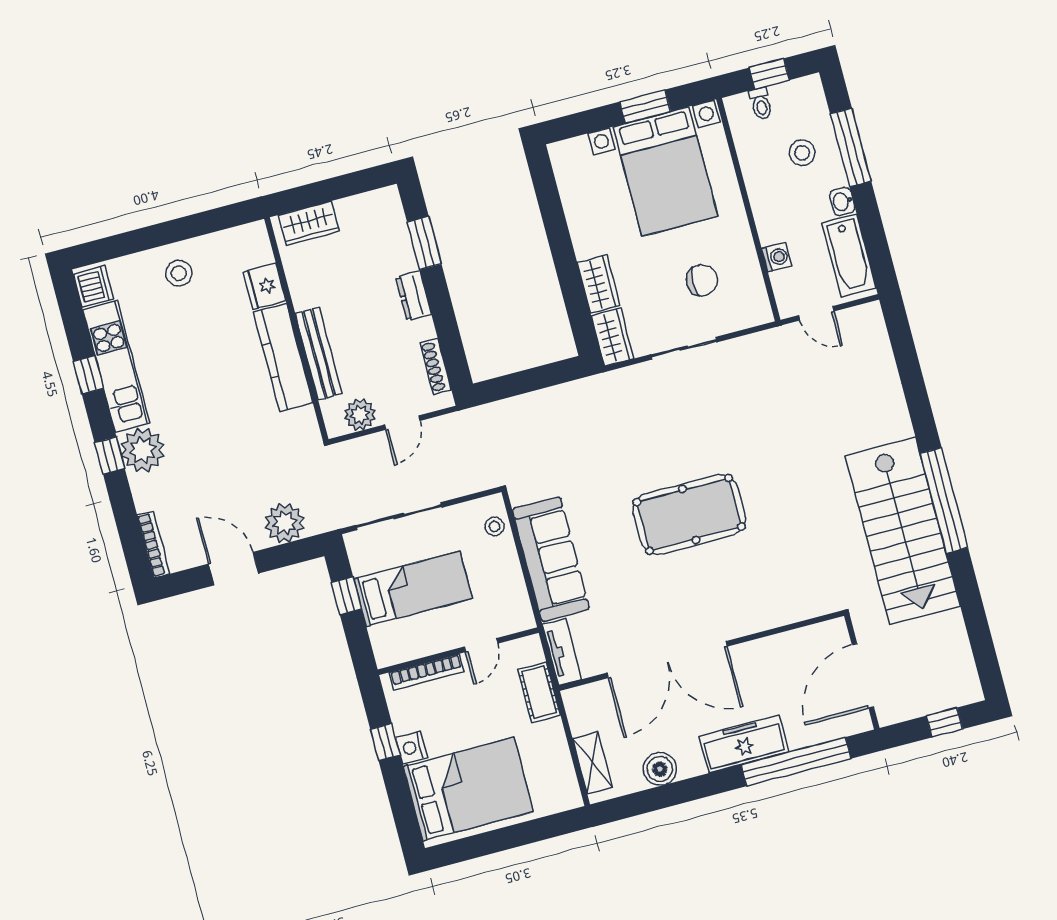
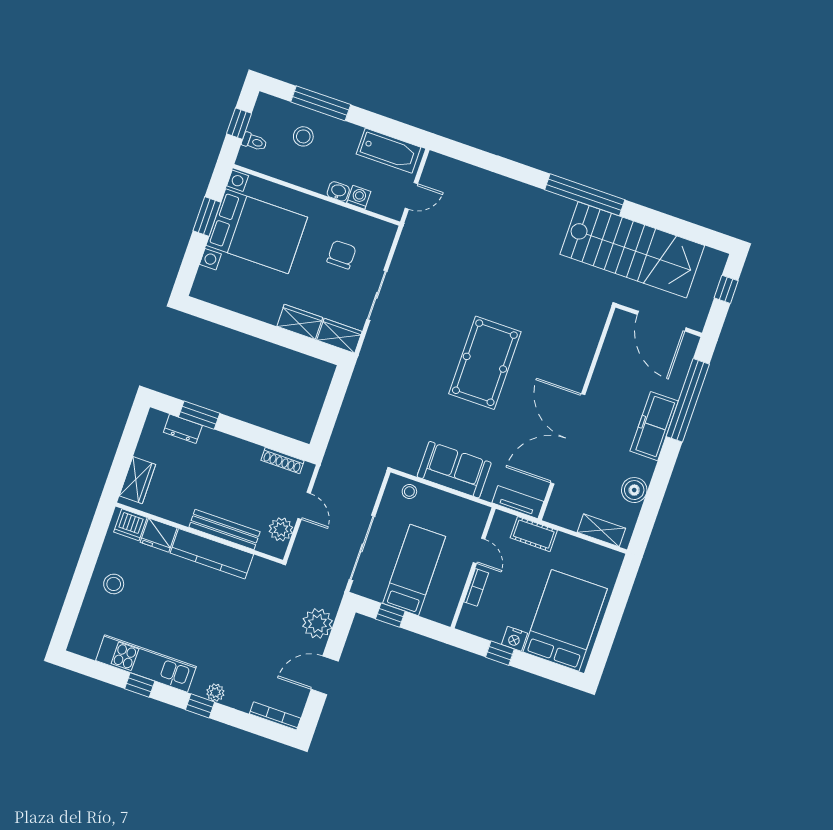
washbasin: (842, 201) -> (338, 191), moved, turned 180
dishwasher: (93, 286) -> (130, 525), moved, turned 180
dresser: (413, 296) -> (183, 429), moved
plant: (143, 450) -> (215, 693), width x0.53, depth x0.53
stairs: (903, 531) -> (632, 250), moved
sofa: (551, 559) -> (454, 470), width x0.73
double door: (667, 660) -> (568, 439), swing flipped
bookcase: (427, 672) -> (476, 587), width x0.64

